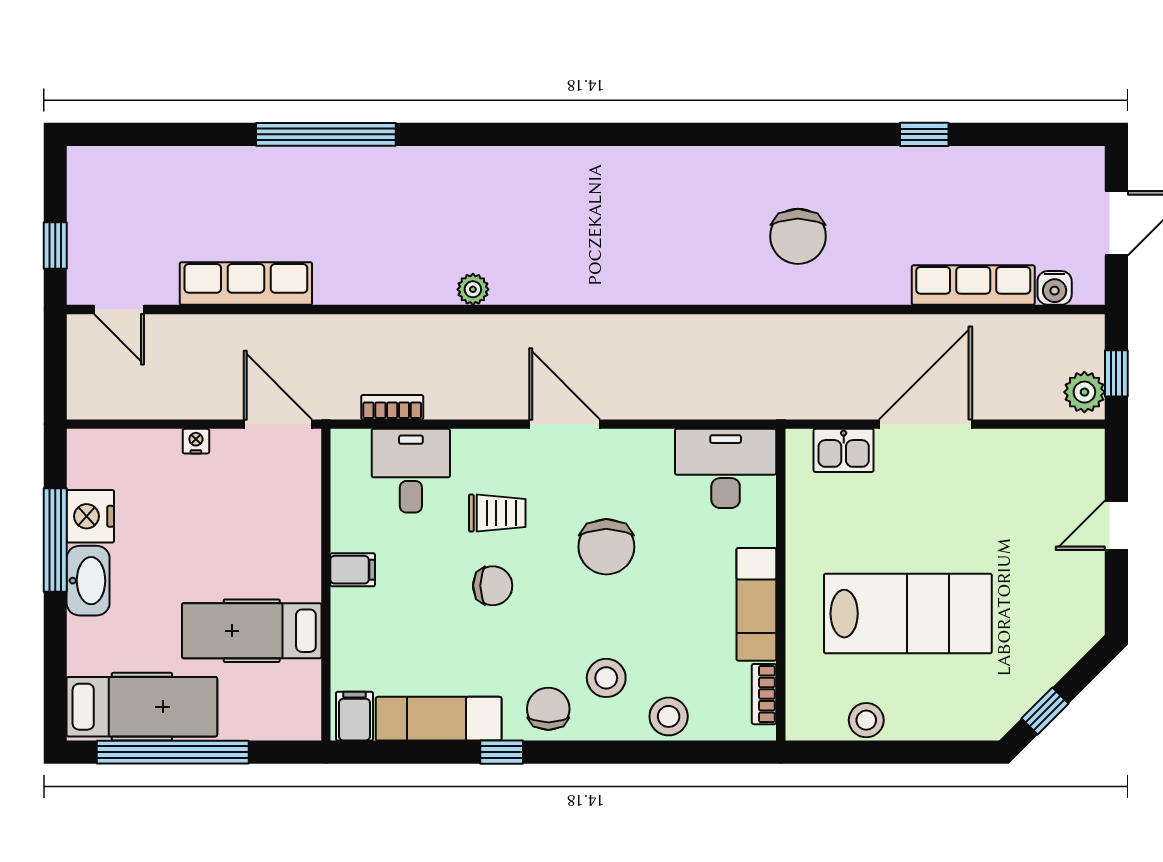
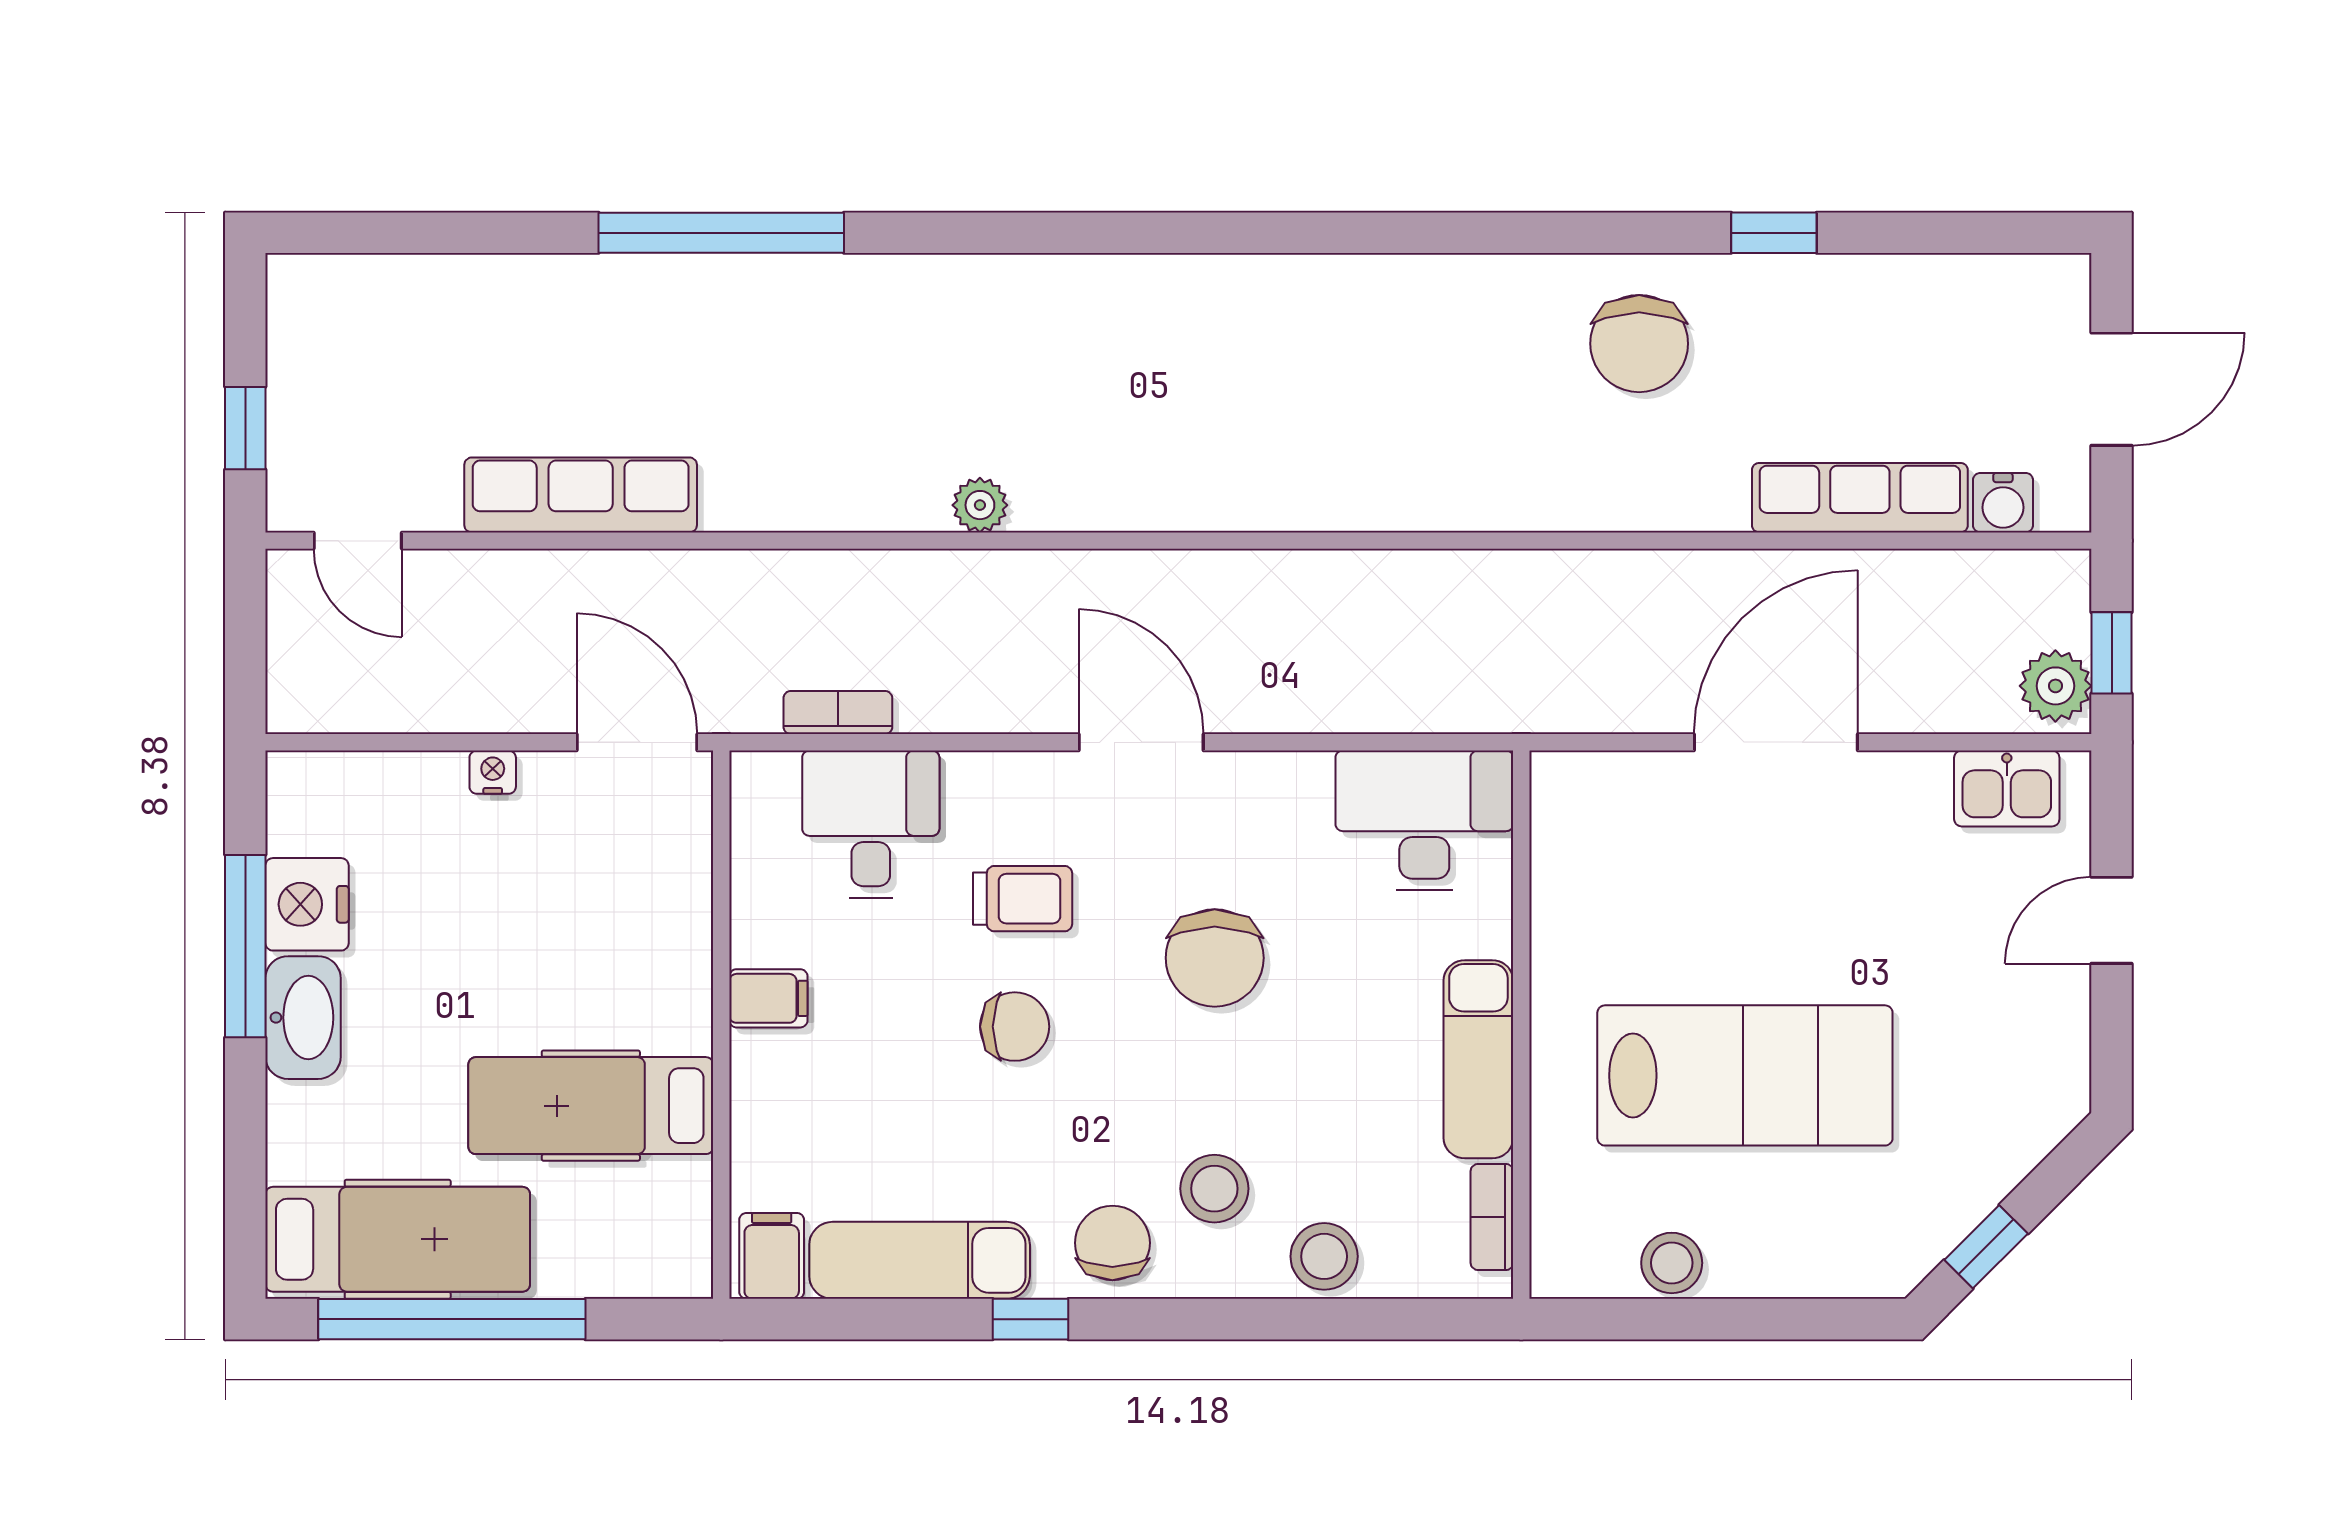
chair: (798, 236) -> (1639, 344), moved
kitchen sink: (844, 450) -> (2007, 788), moved

